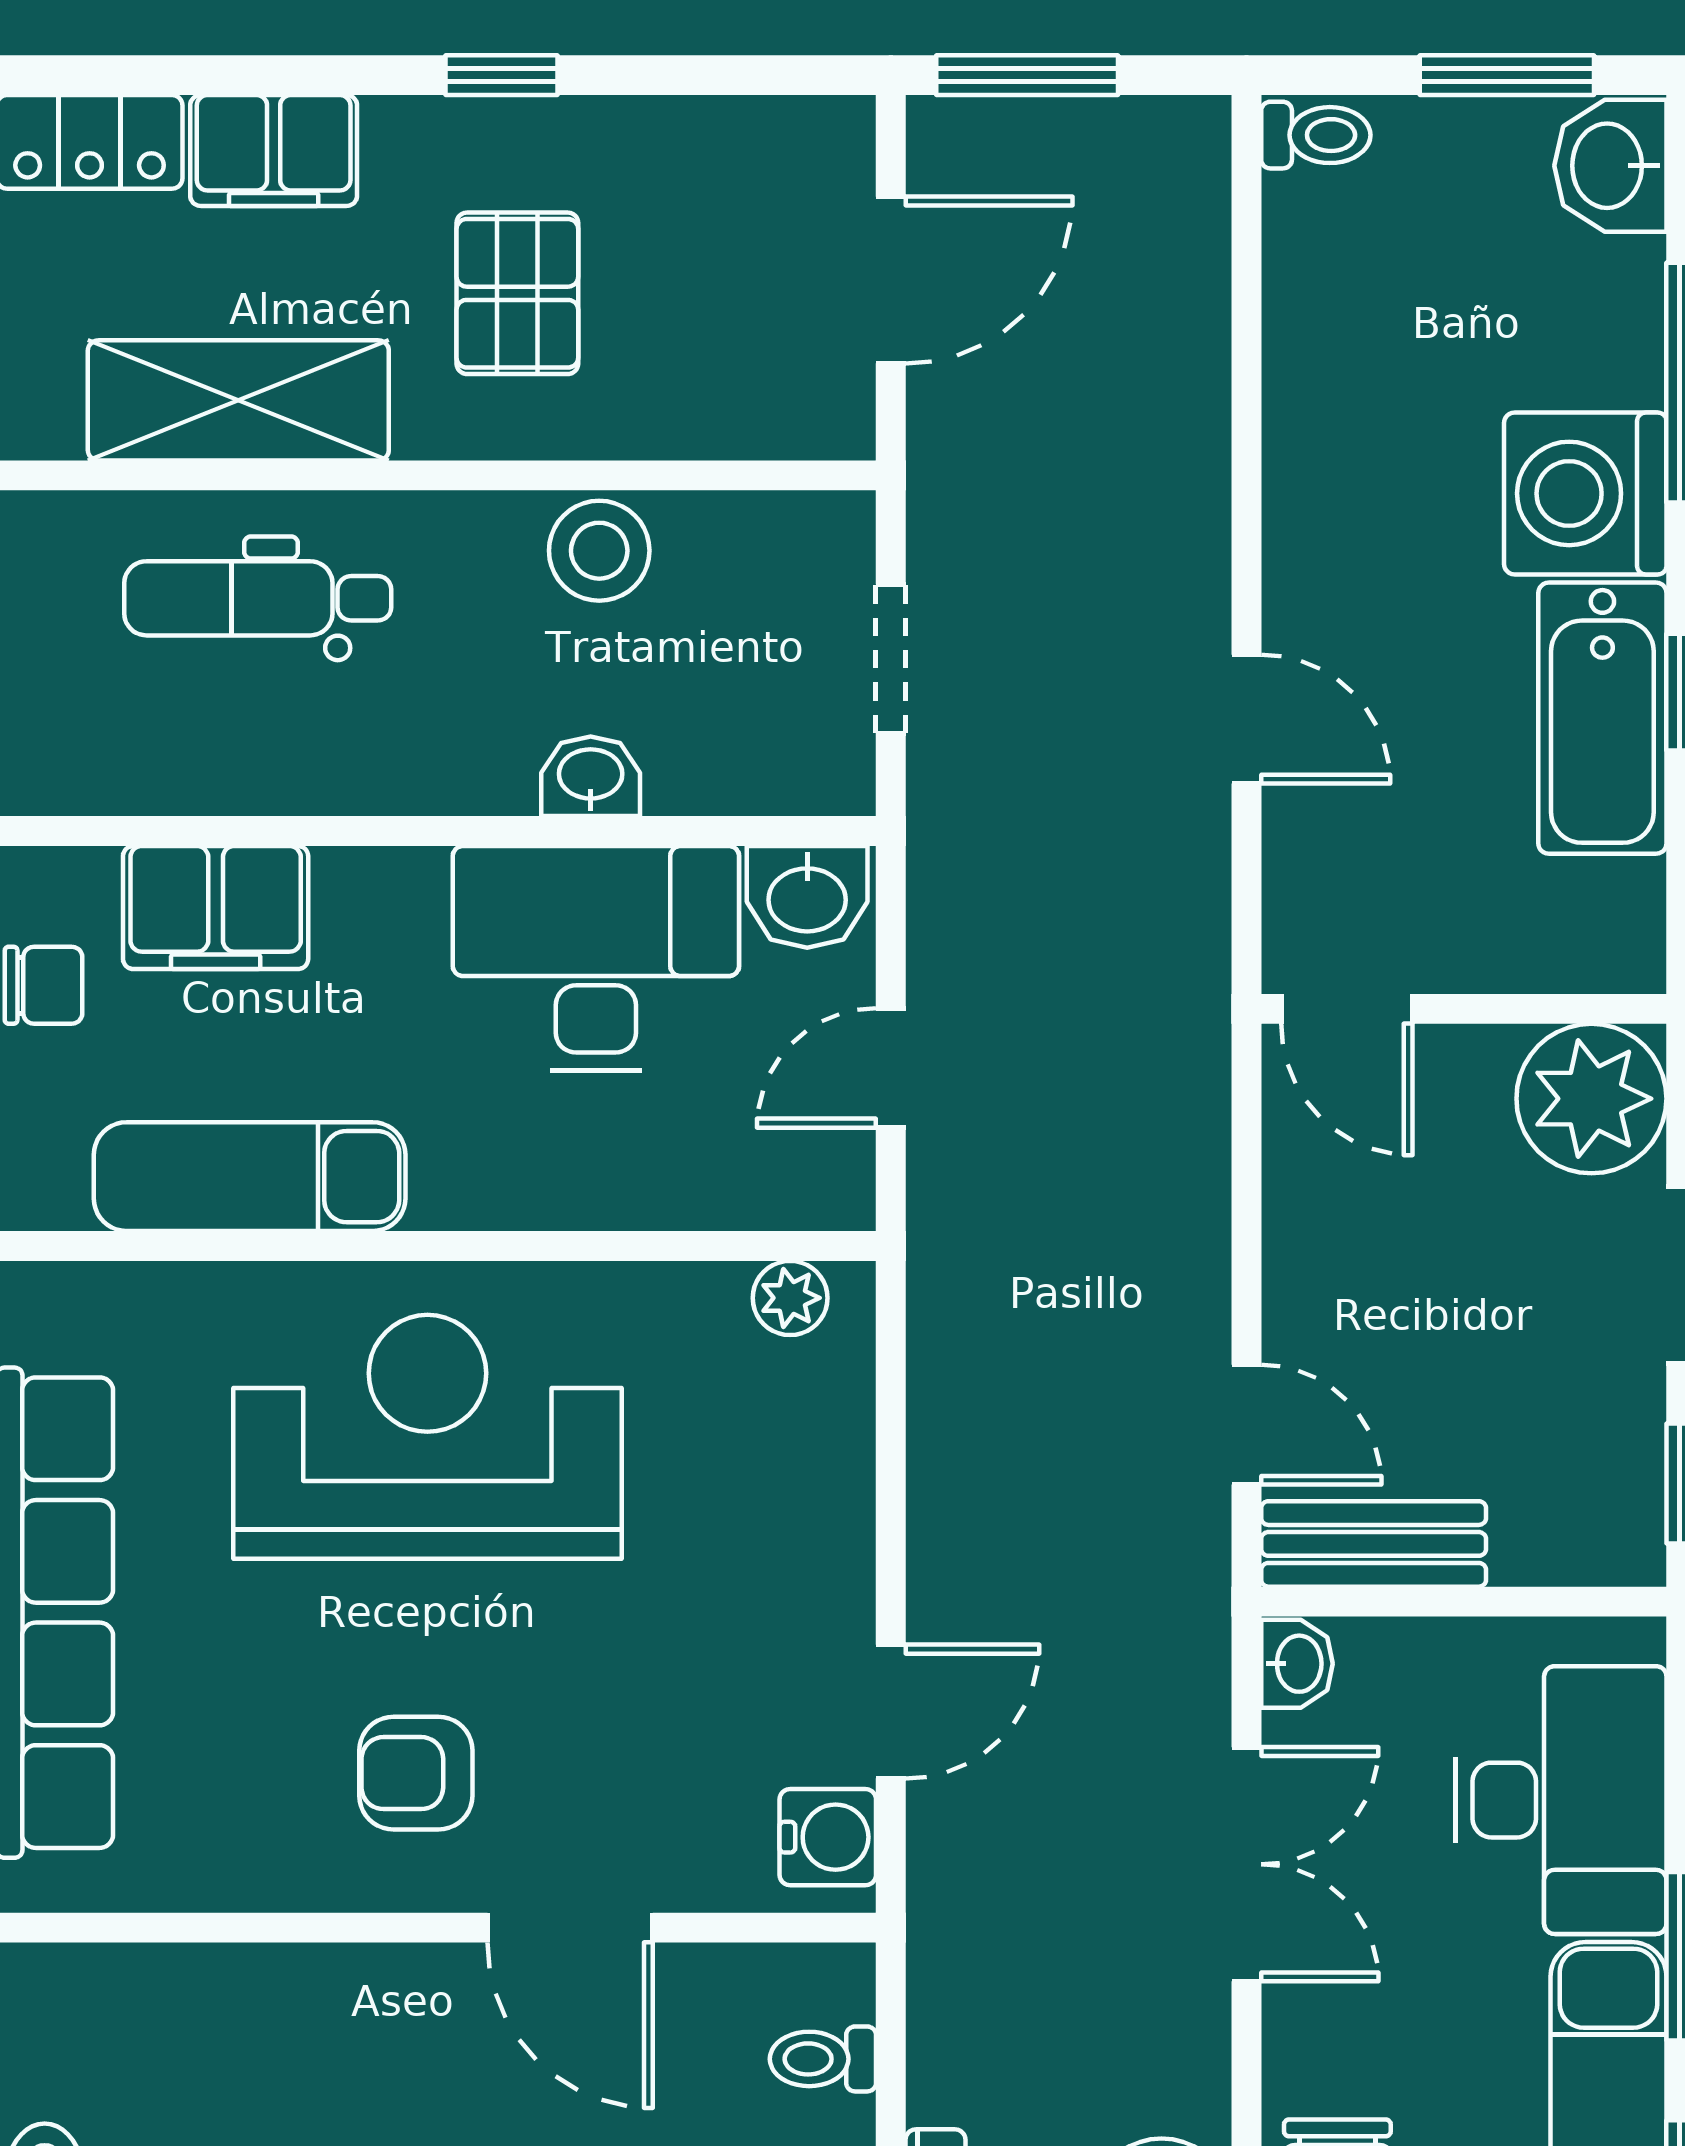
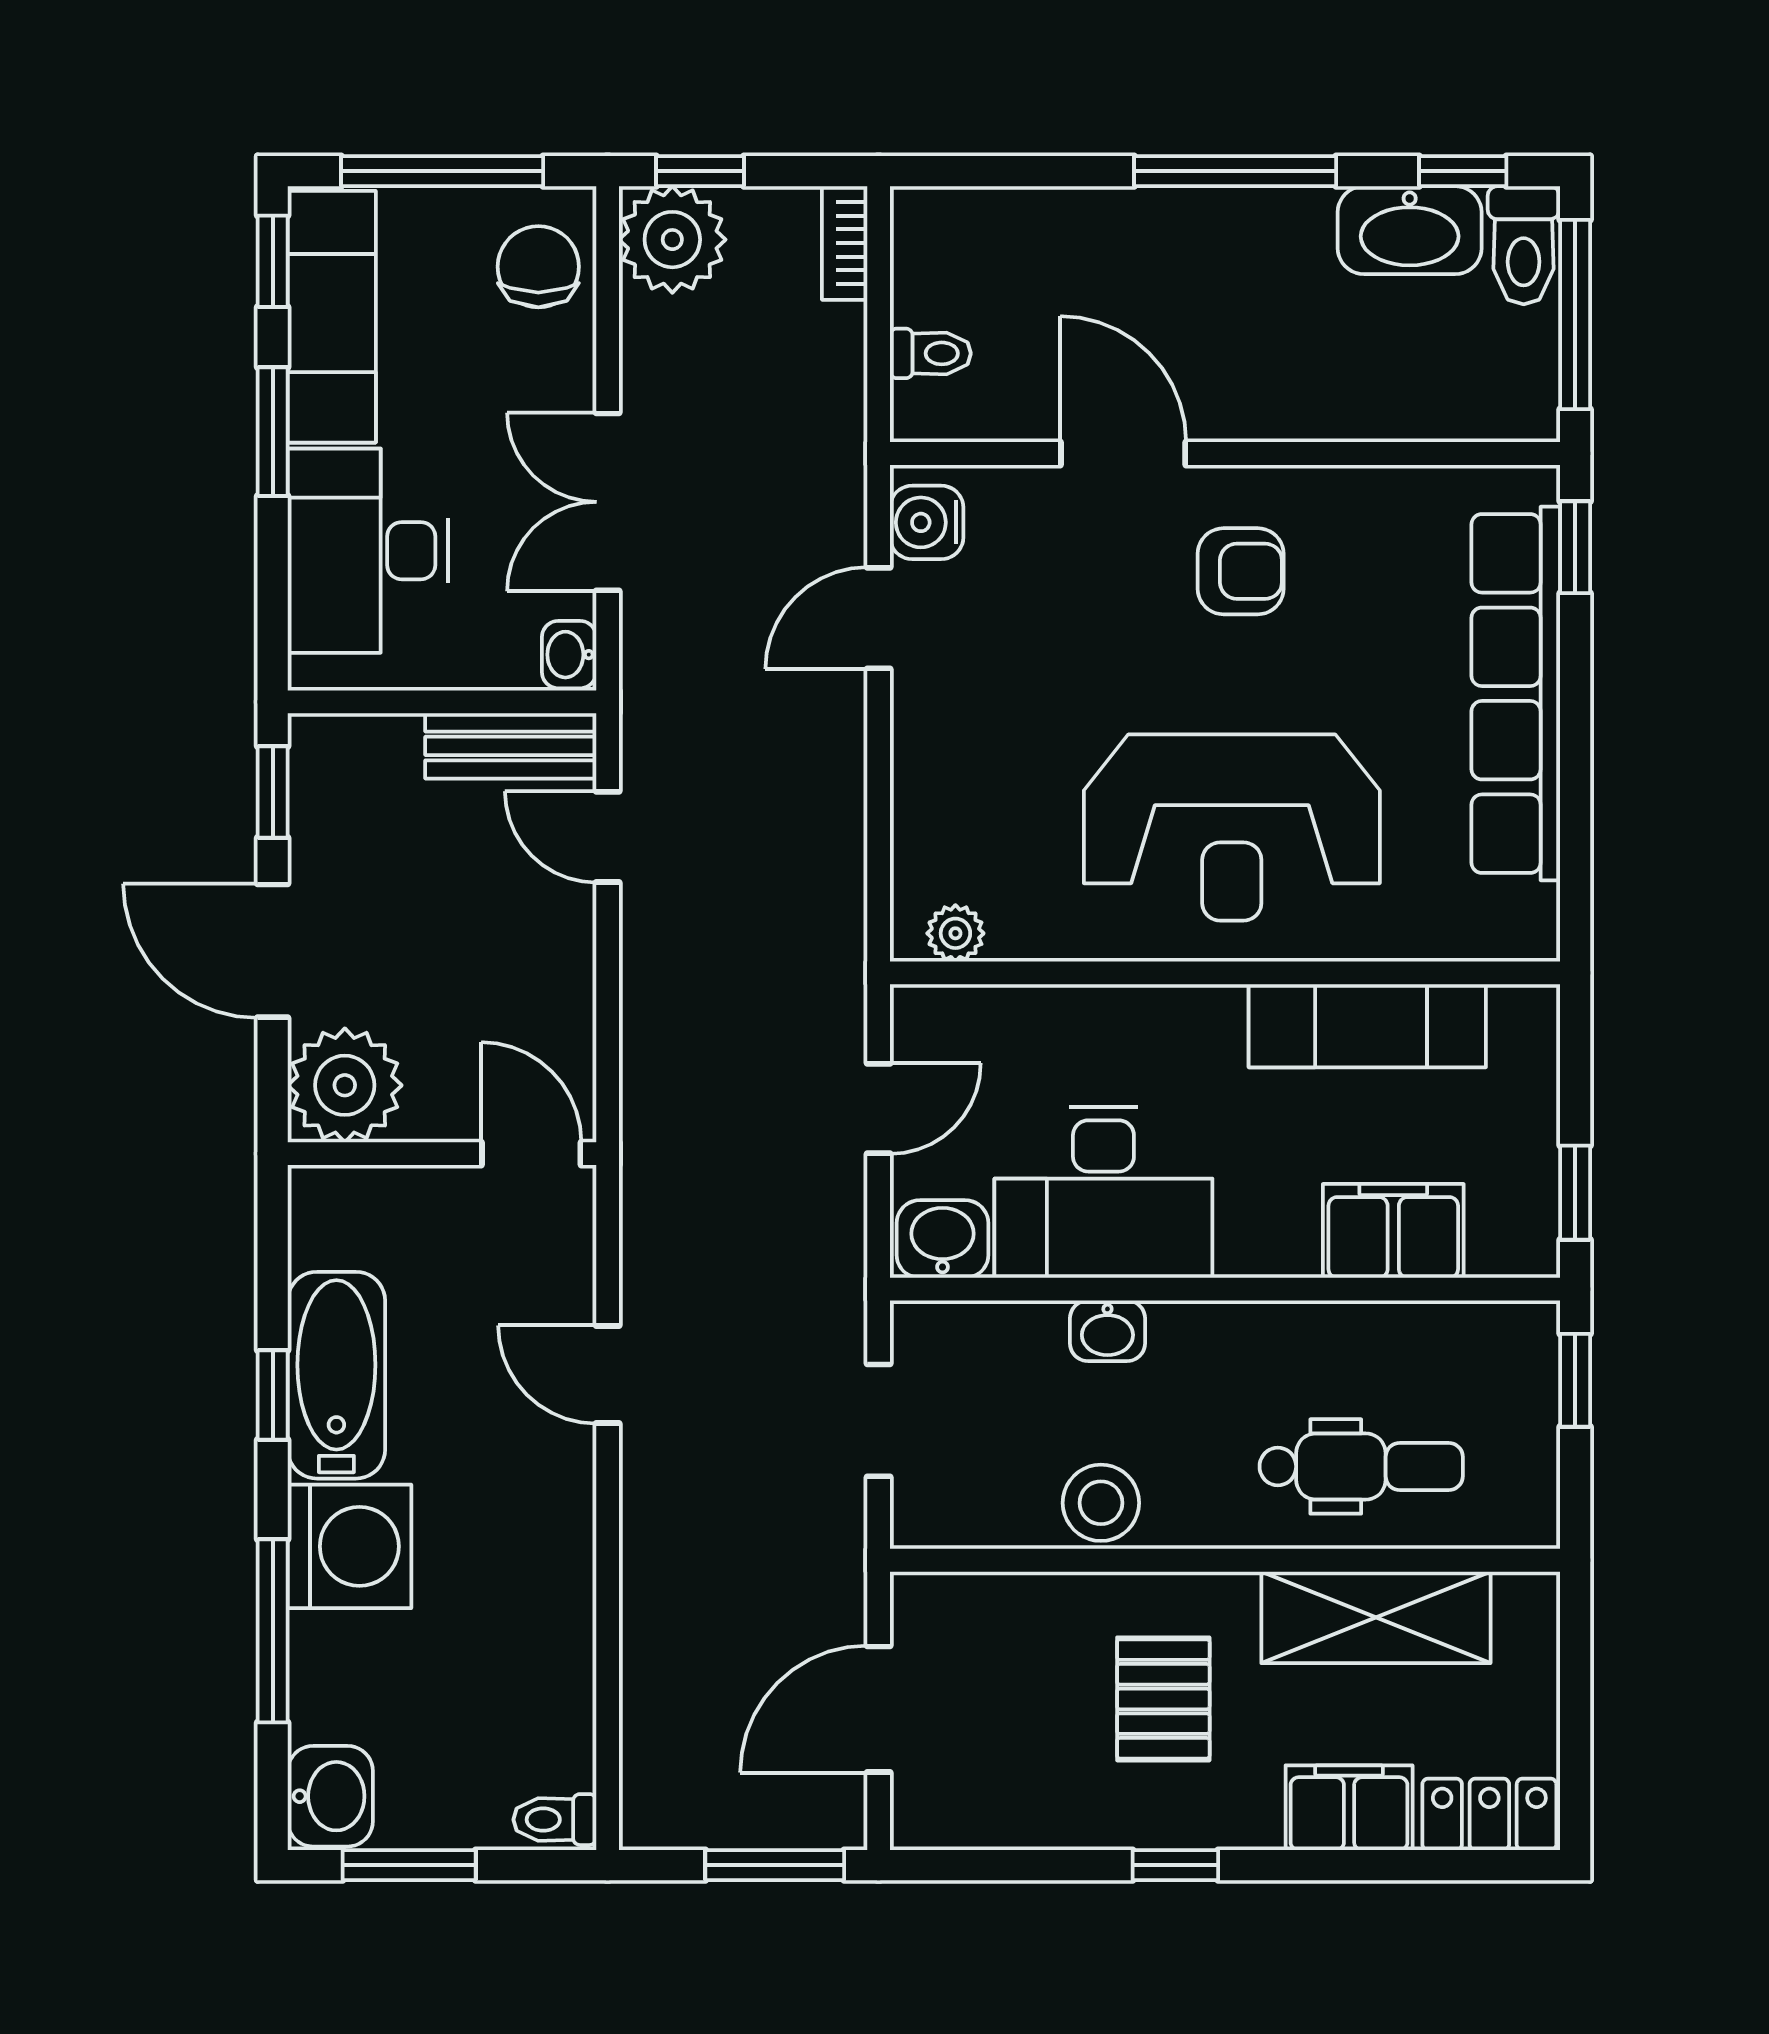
chair: (44, 985) -> (1524, 1172), removed

